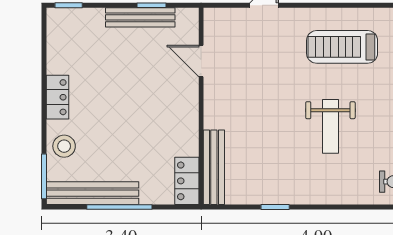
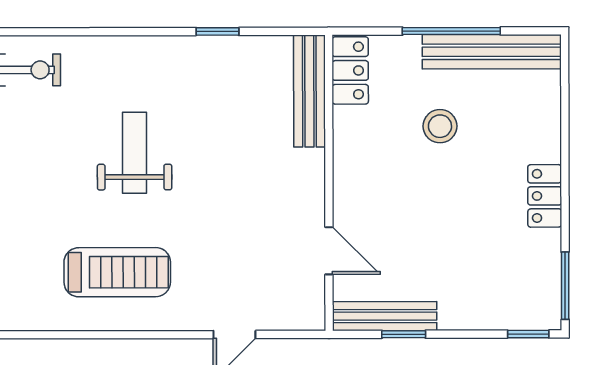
bench: (140, 17) -> (385, 316), moved
stool: (64, 146) -> (440, 126), moved
window: (44, 176) -> (565, 286), moved

